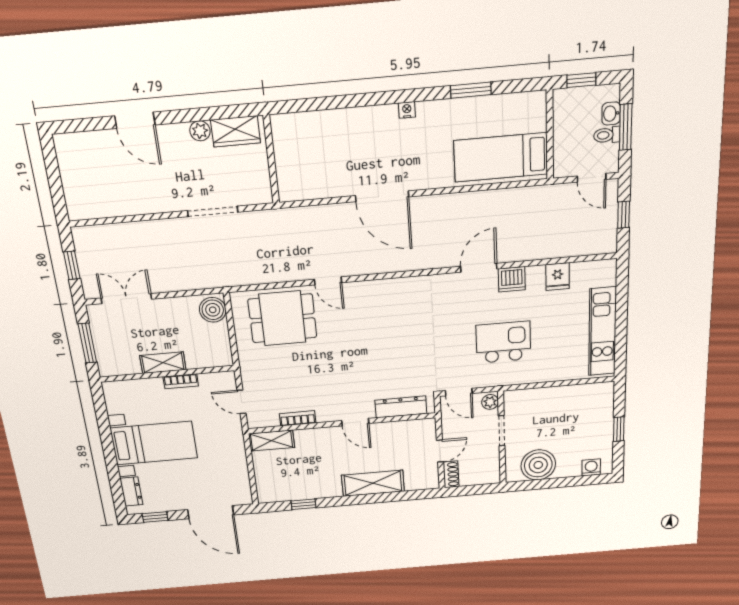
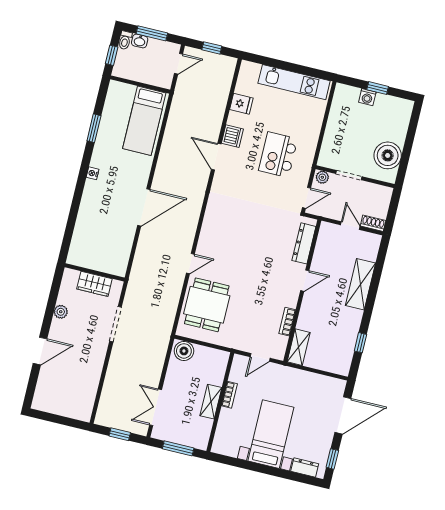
wardrobe: (235, 131) -> (94, 284), moved, turned 90
toilet: (607, 135) -> (125, 40), moved
washing machine: (591, 467) -> (367, 97), moved, turned -90

